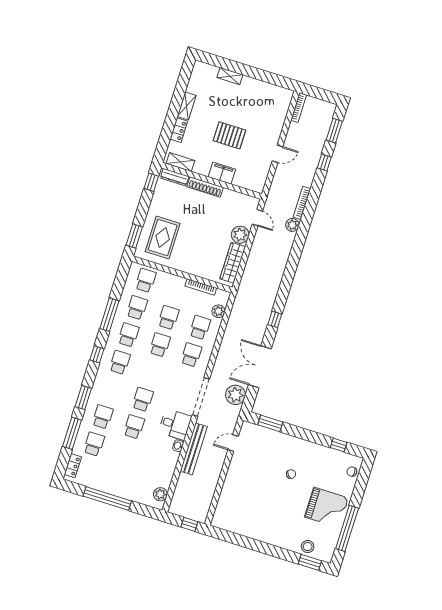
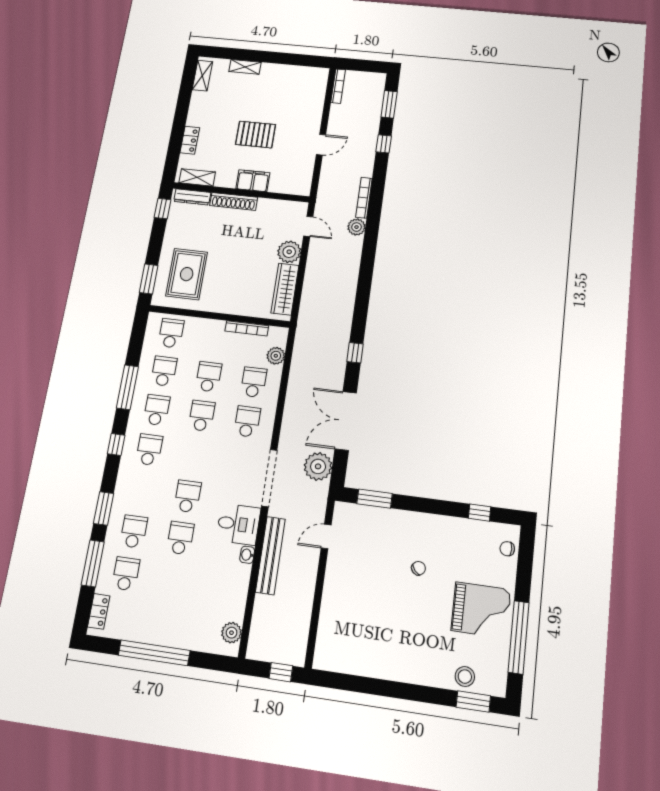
shelving: (187, 106) -> (202, 76), moved

